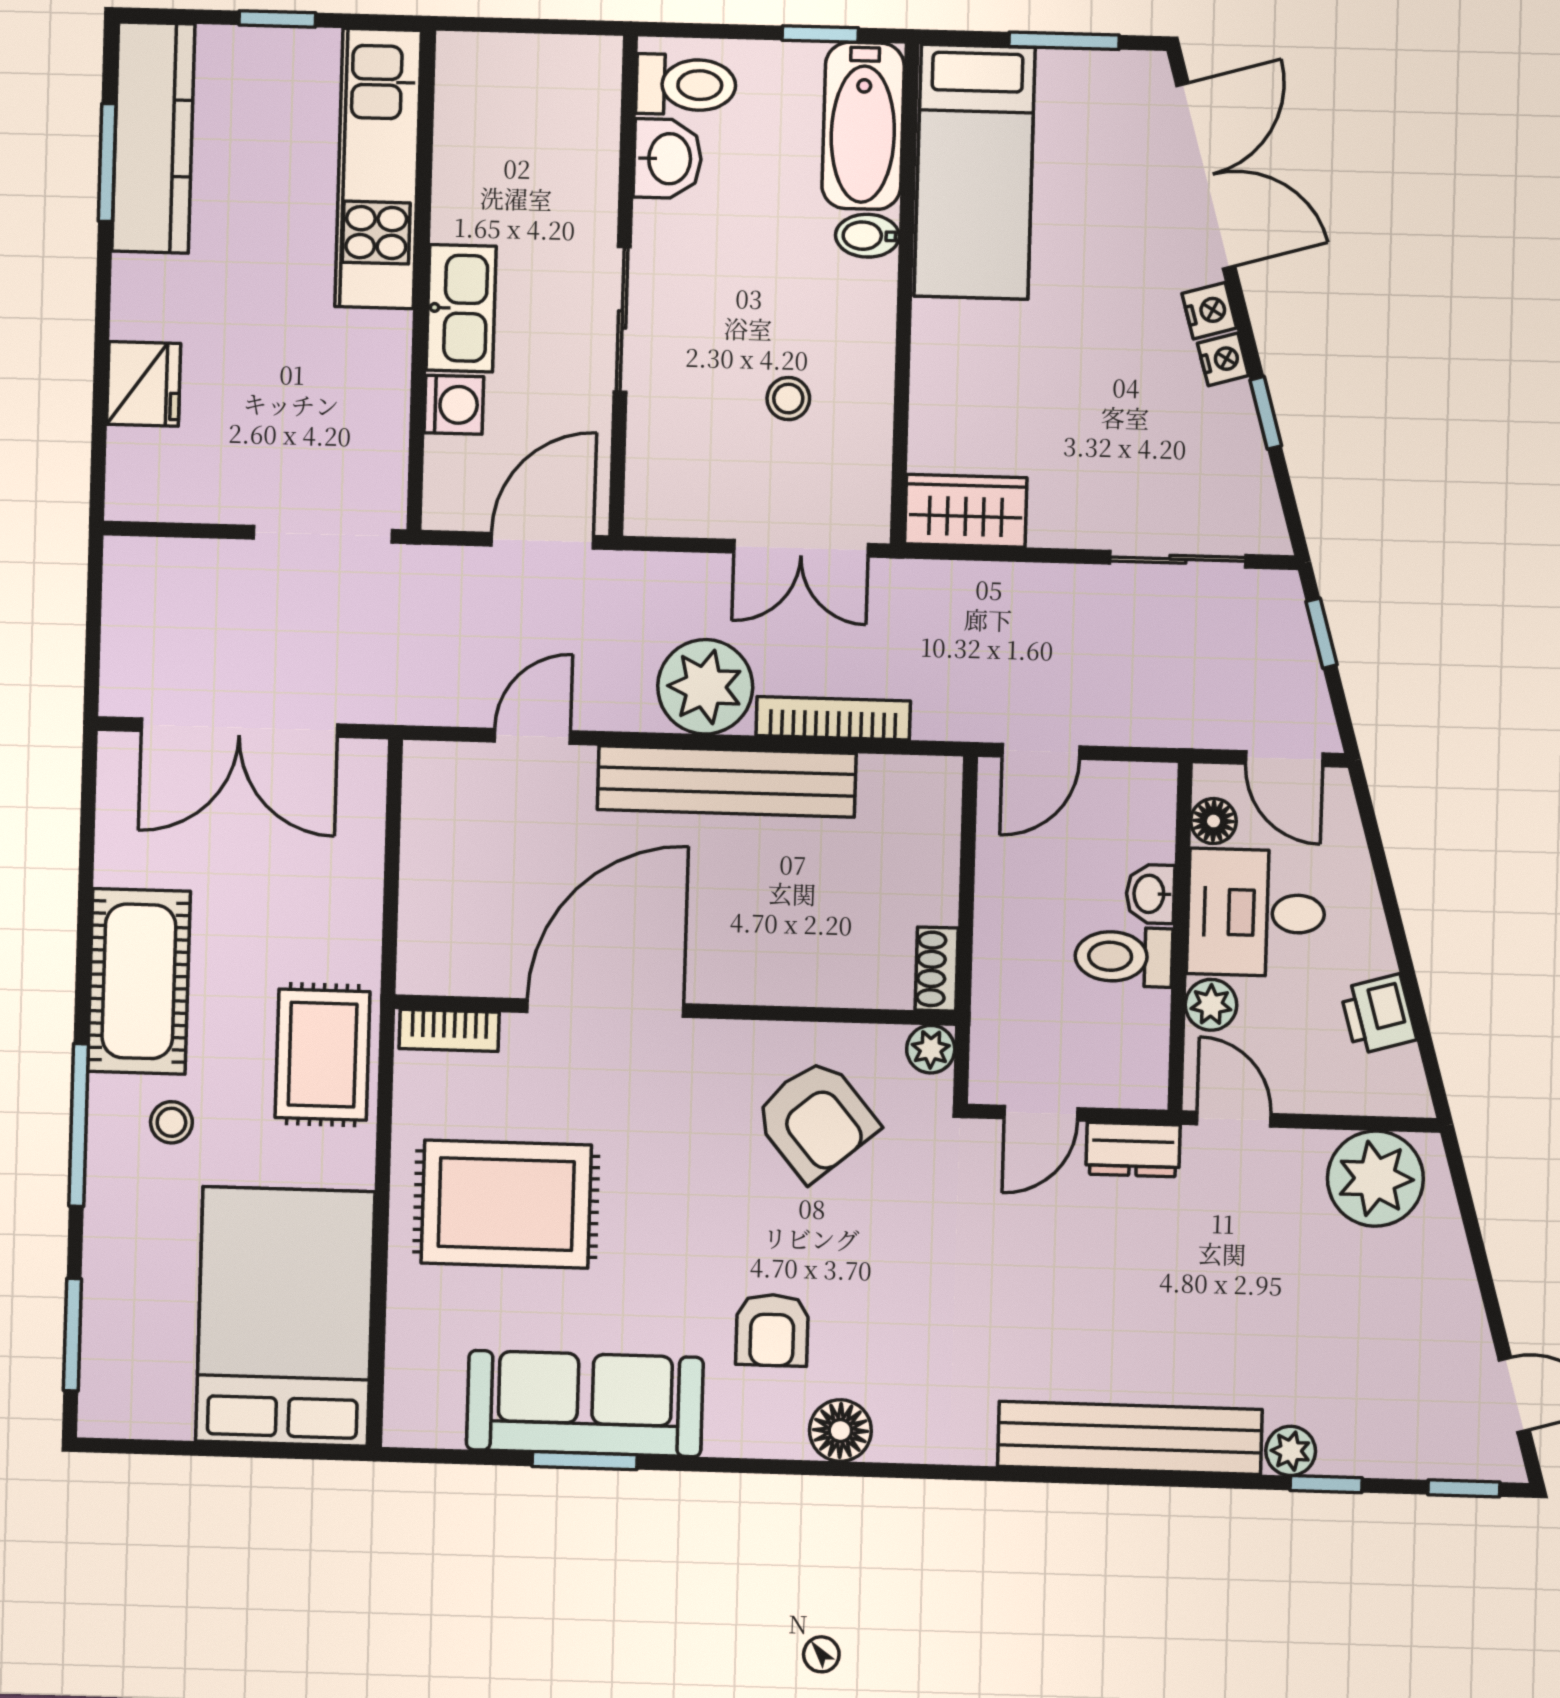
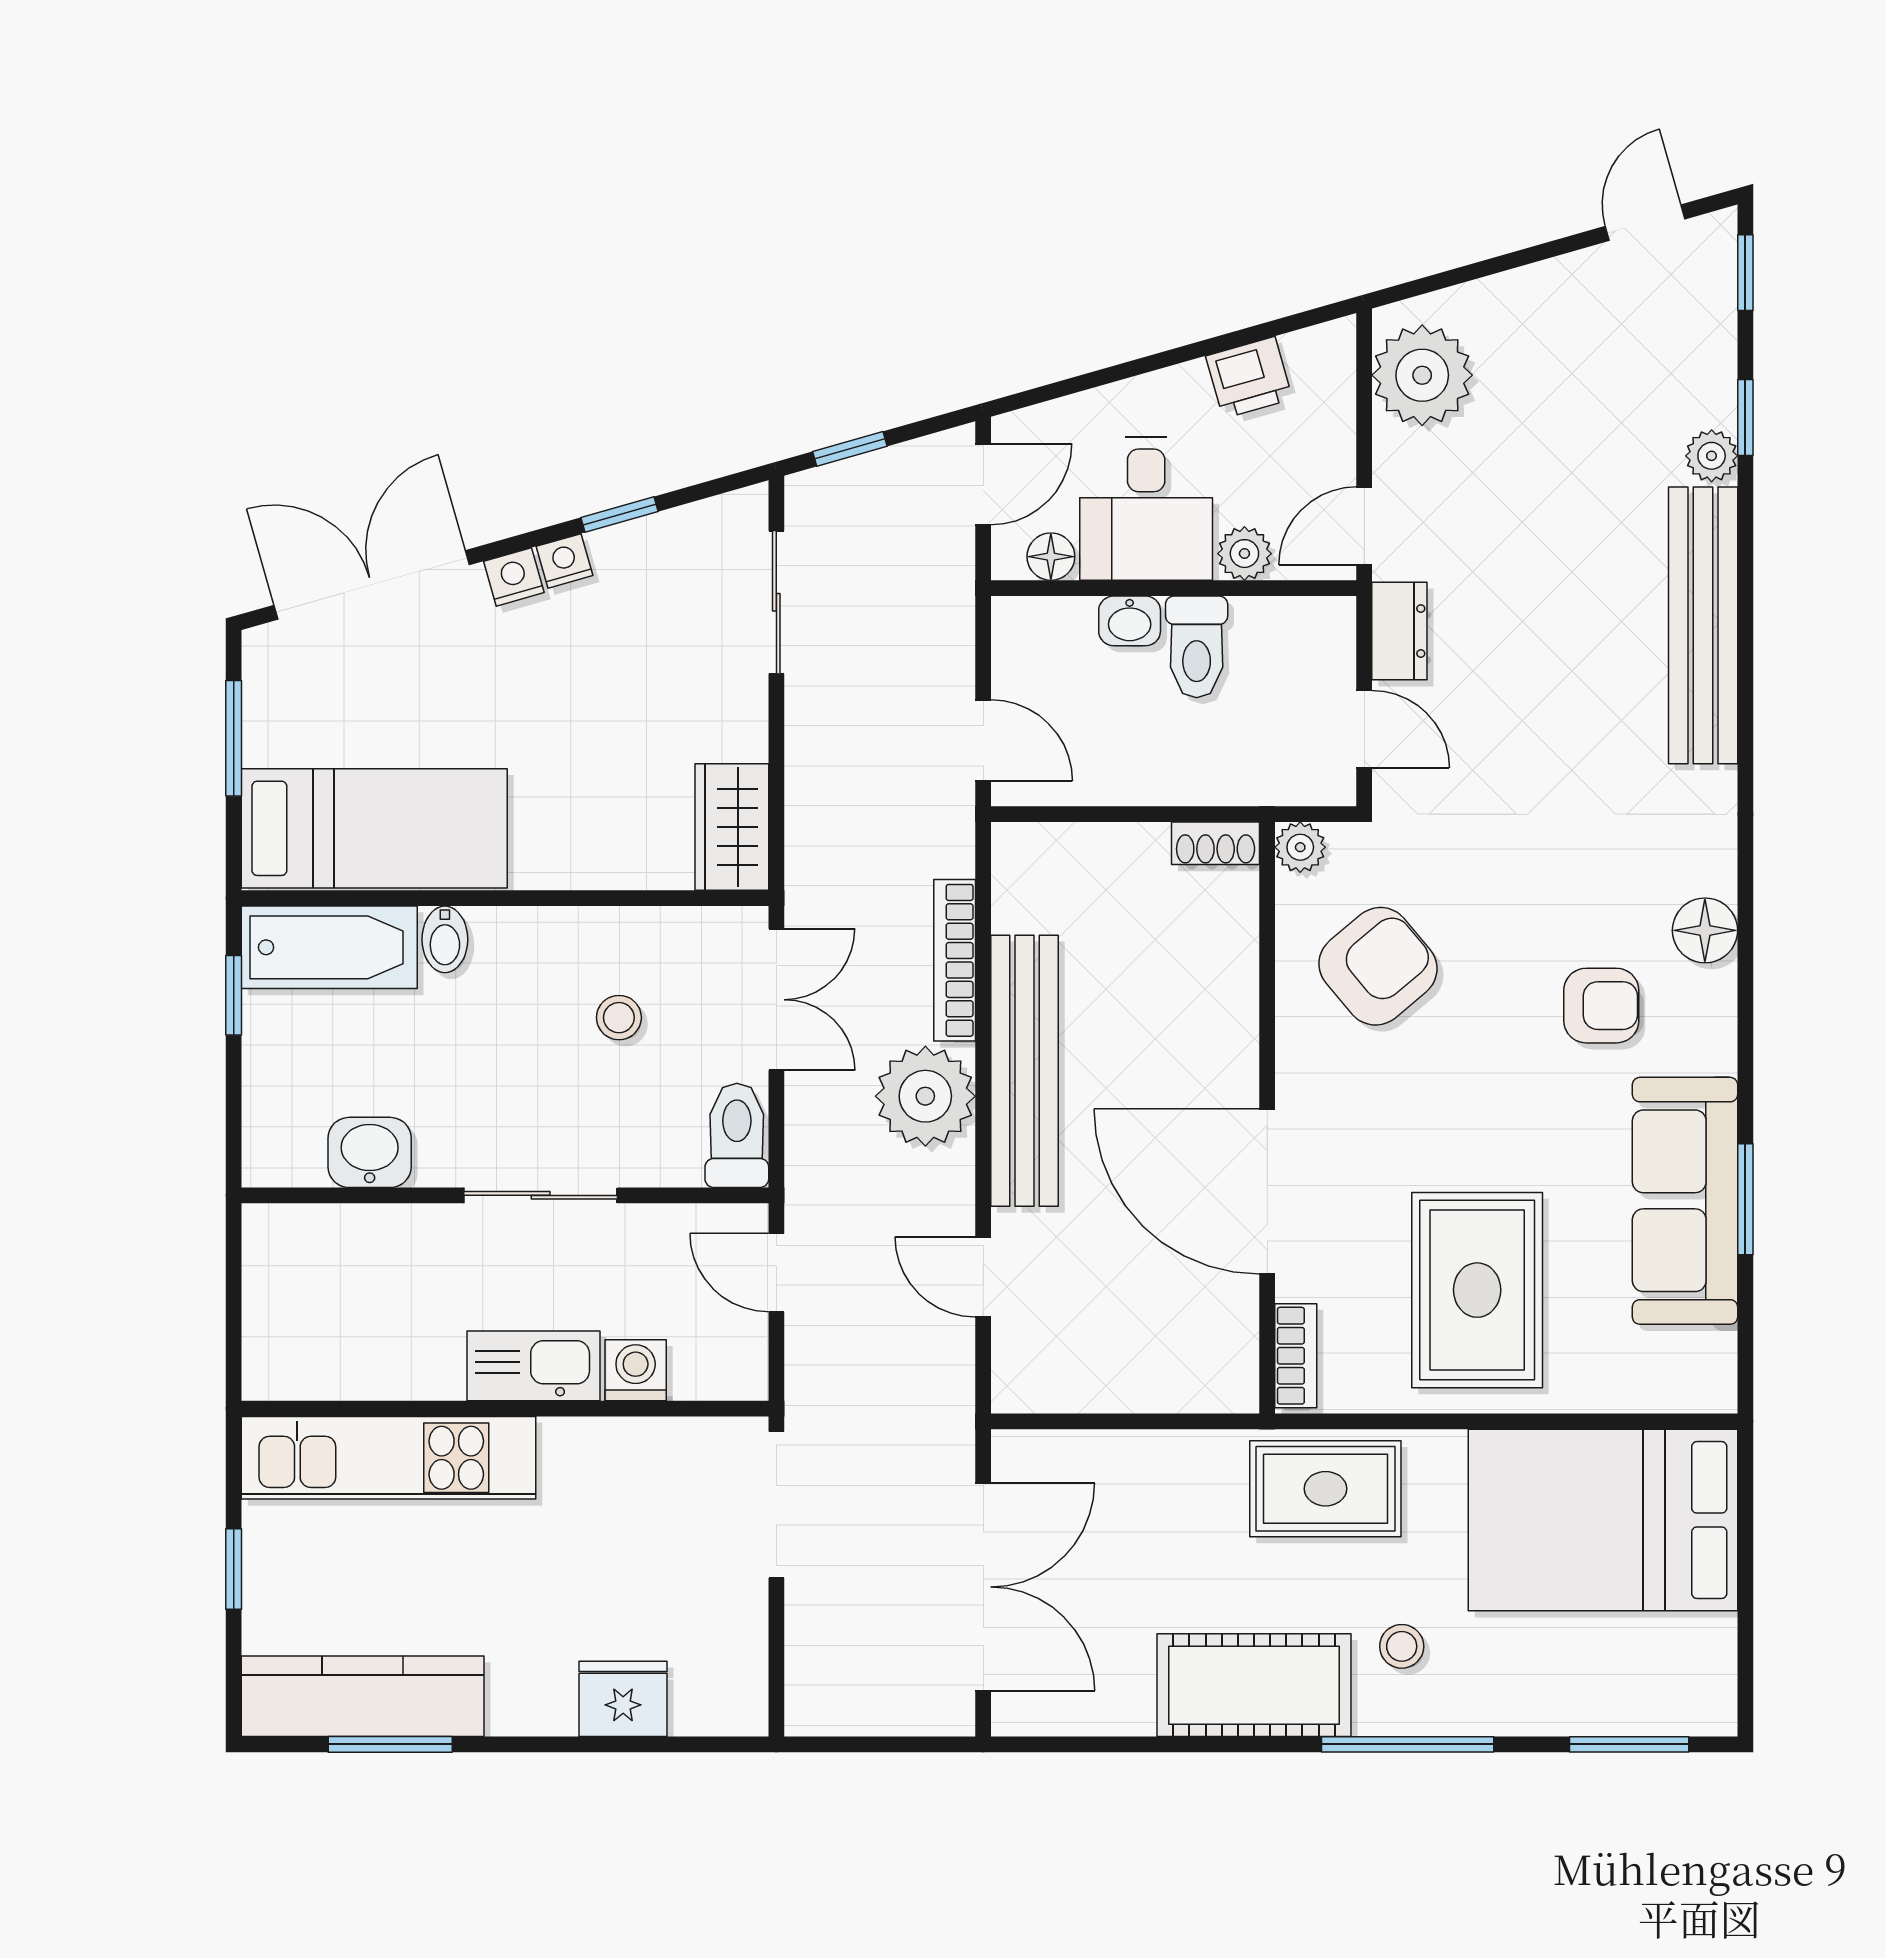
toilet: (686, 85) -> (737, 1135), moved
door: (542, 541) -> (776, 1273), width x0.73

